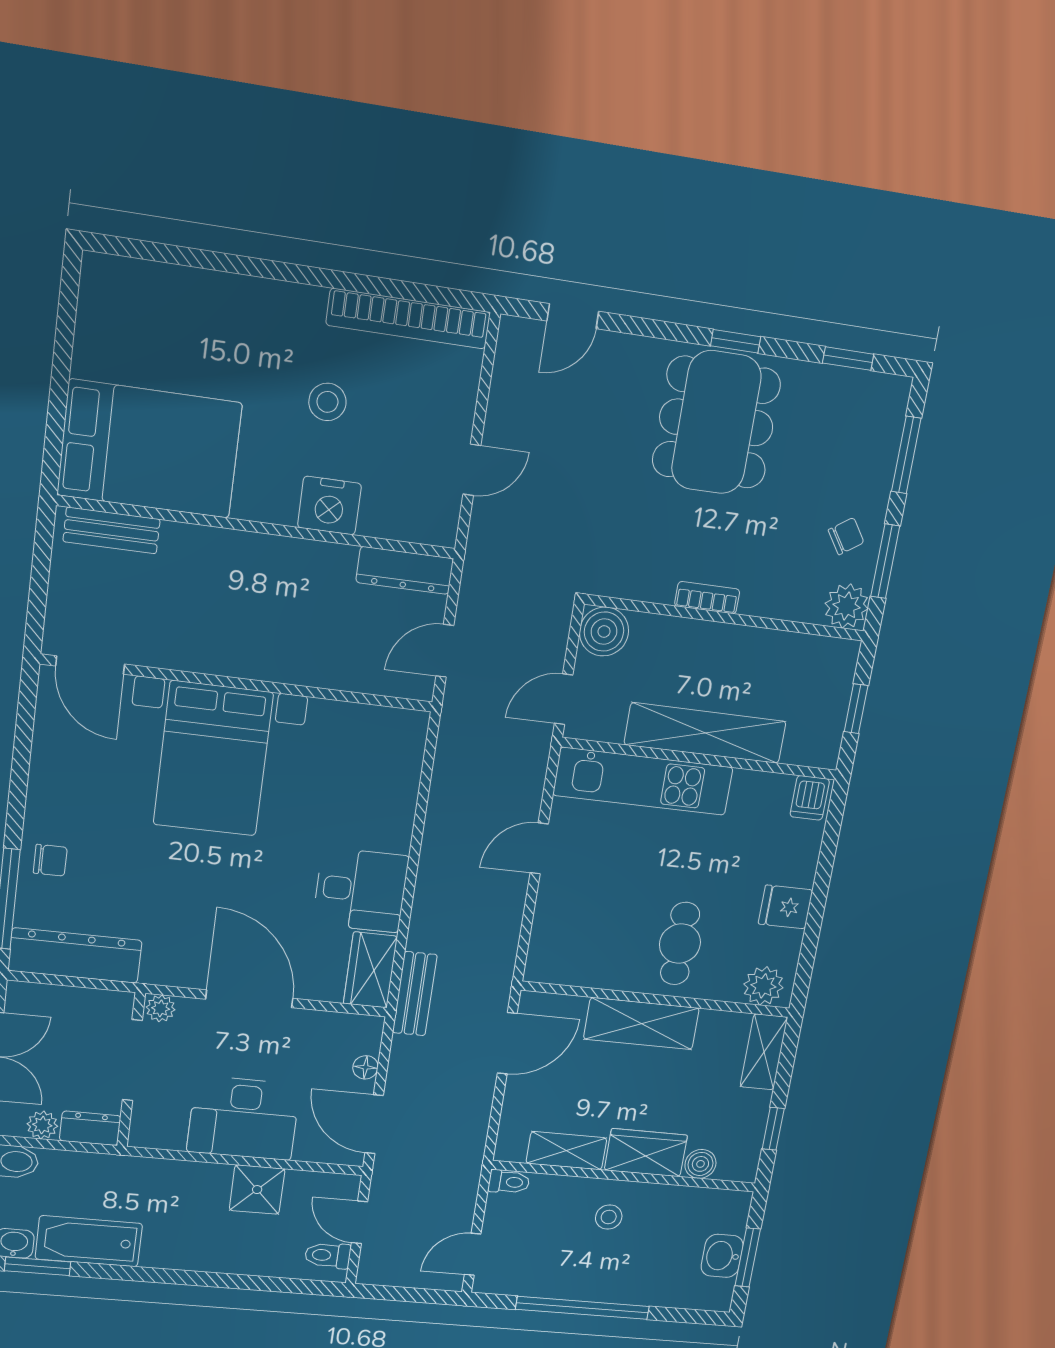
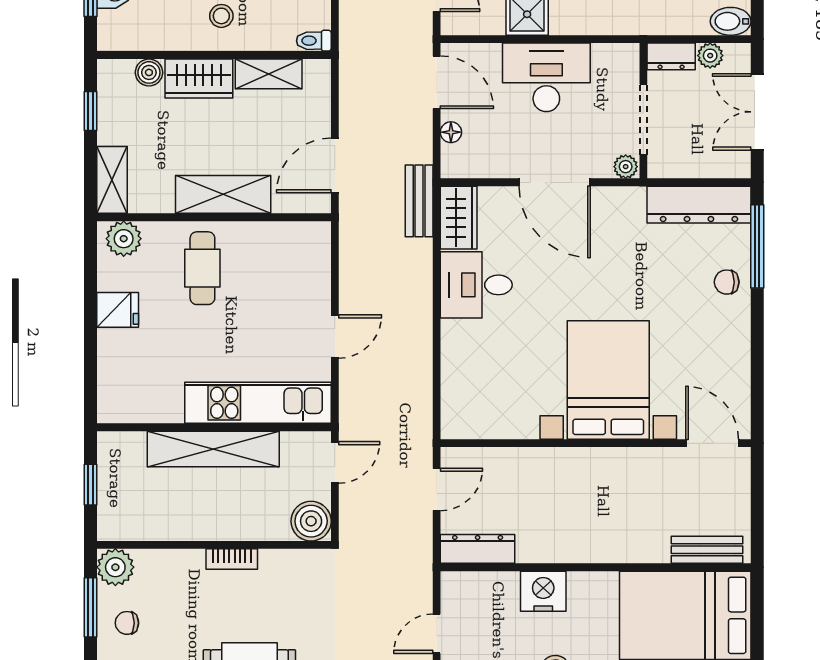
chair: (846, 536) -> (127, 623), turned 34
dishwasher: (810, 798) -> (115, 405), removed

